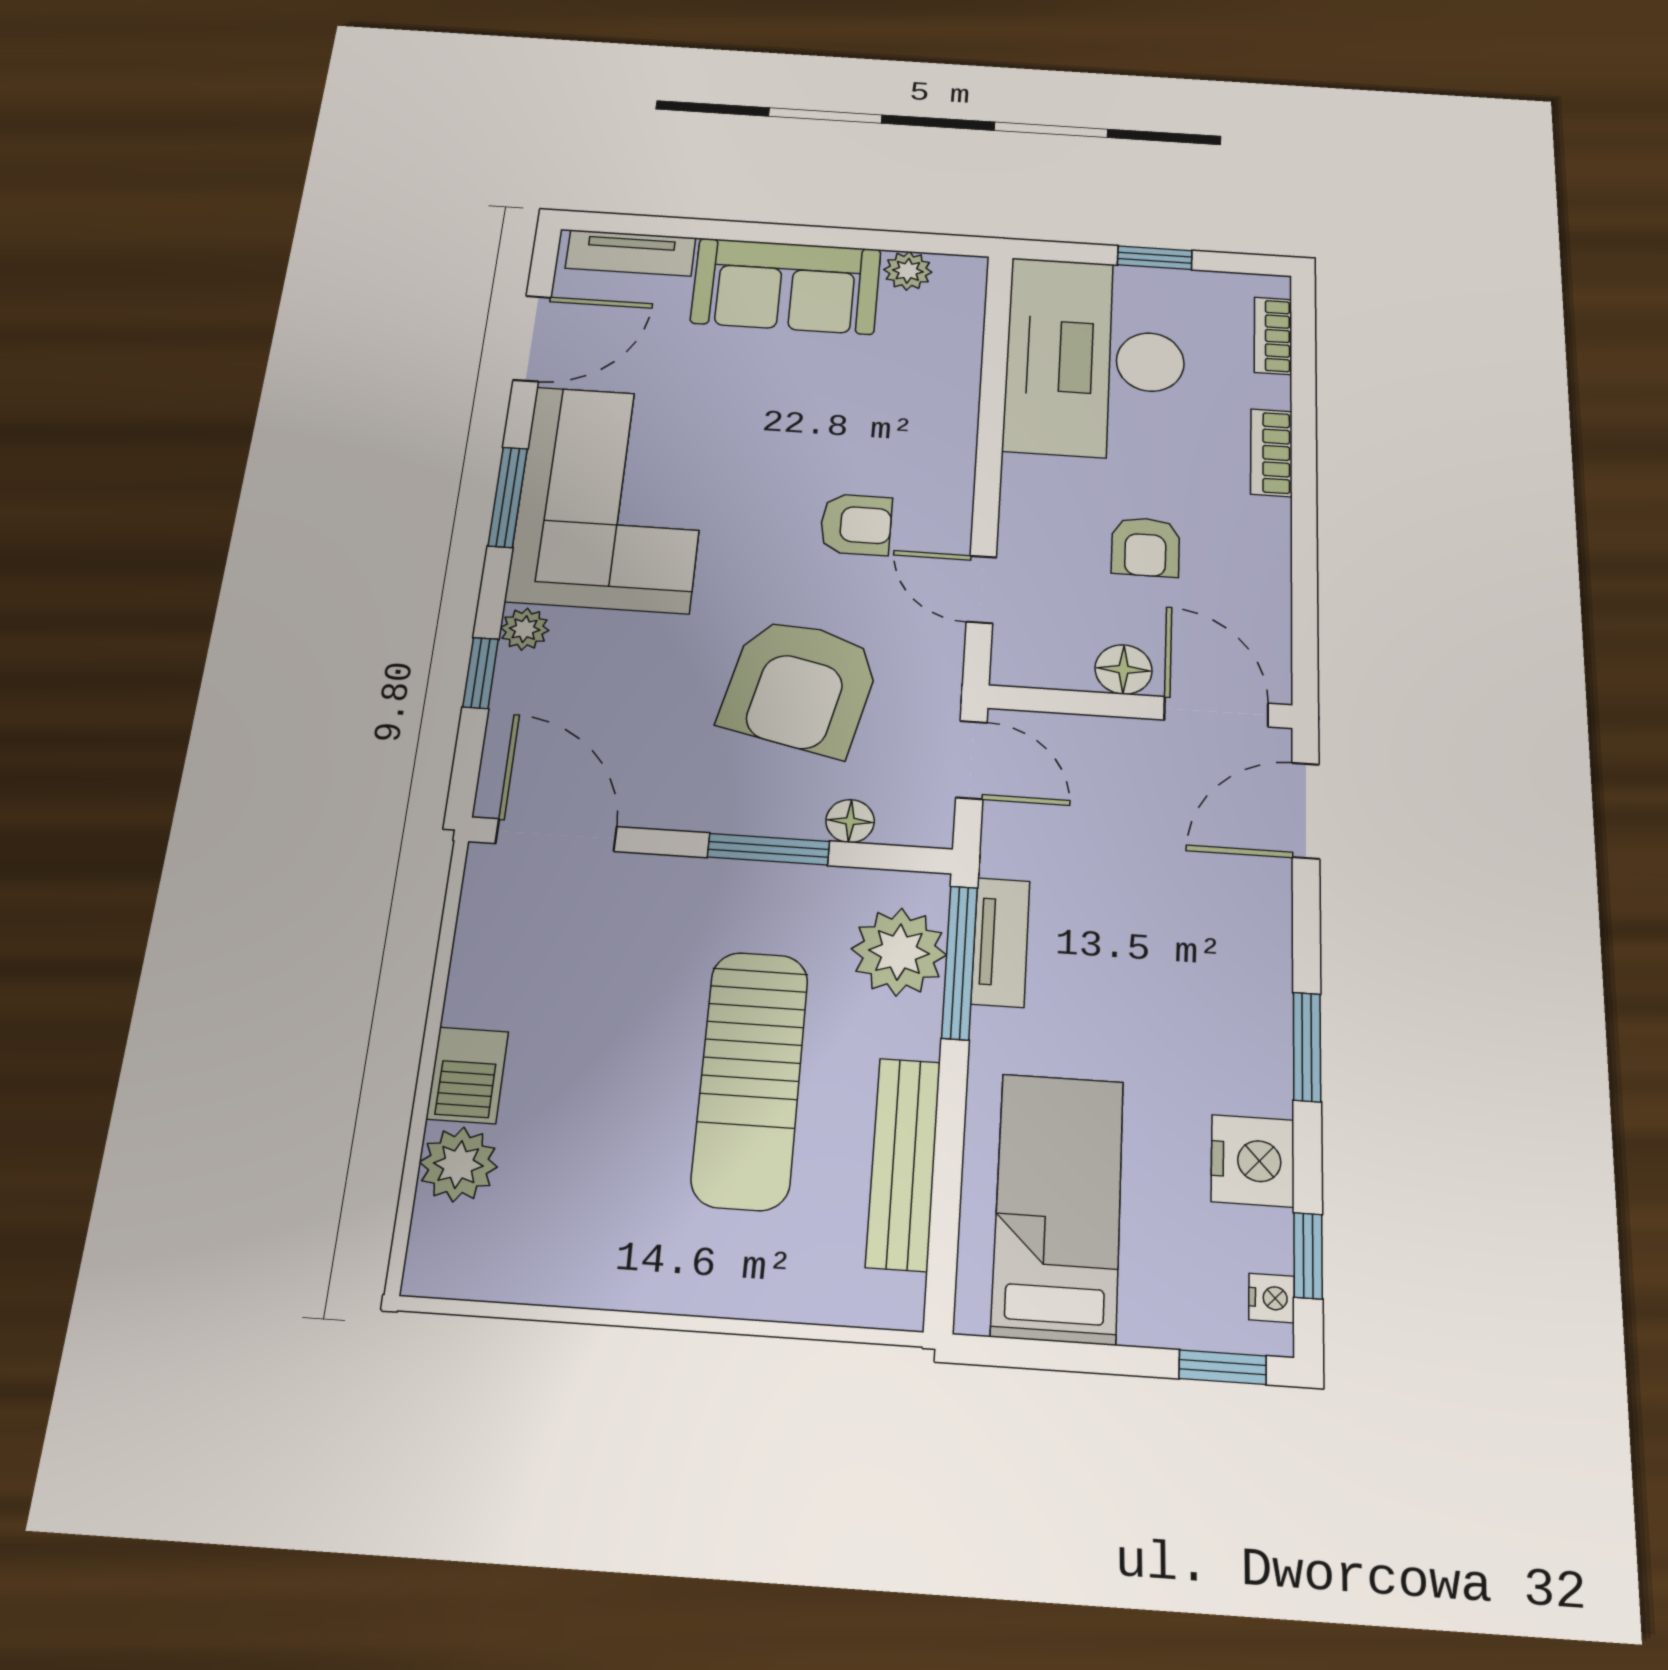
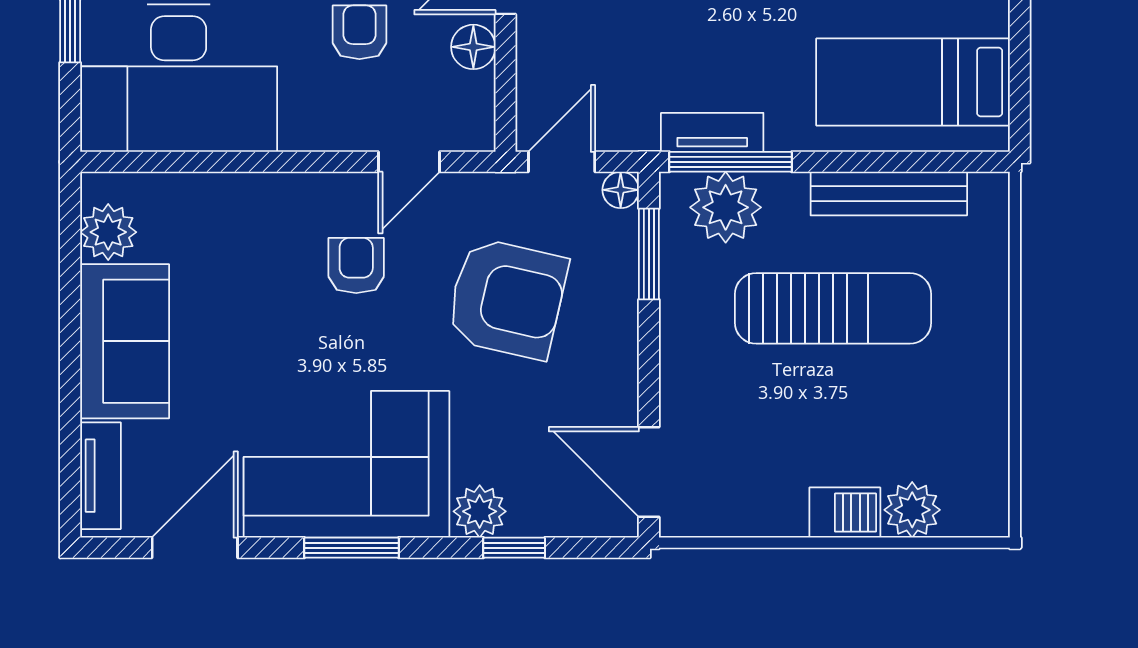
plant: (908, 271) -> (108, 232), width x1.38, depth x1.38
door: (532, 338) -> (195, 548), hinge flipped
armchair: (1145, 547) -> (359, 32), turned -90
plant: (525, 629) -> (480, 511), width x1.38, depth x1.38
floor lamp: (850, 821) -> (621, 190), moved
door: (556, 835) -> (649, 472), hinge flipped
window: (768, 849) -> (649, 254), moved

